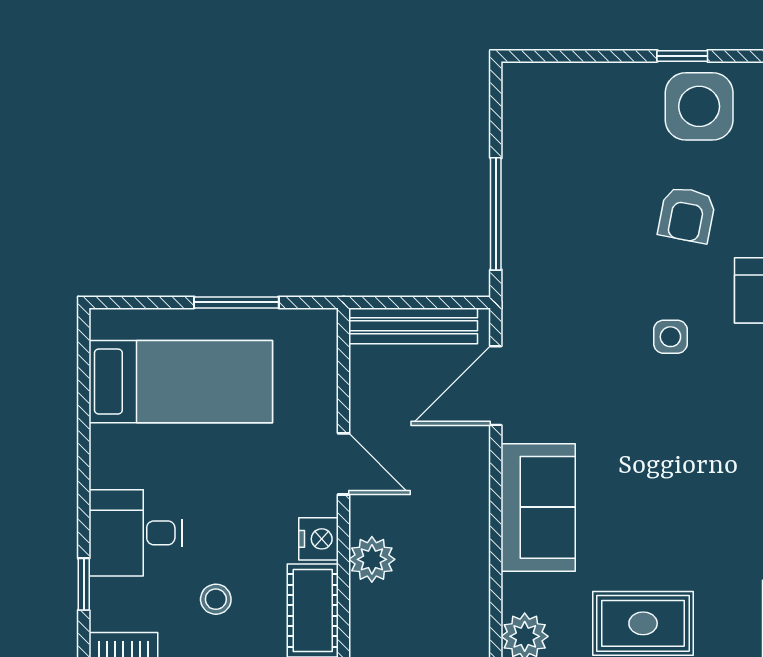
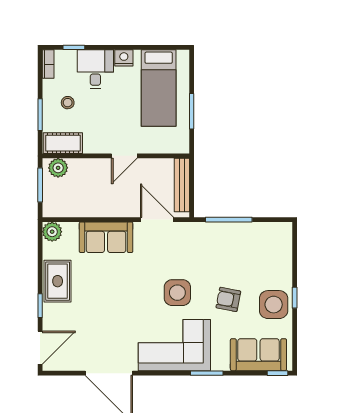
side table: (670, 337) -> (177, 293), width x1.87, depth x1.87
nightstand: (319, 539) -> (124, 58), moved, turned 180
plant: (372, 559) -> (58, 168), moved

